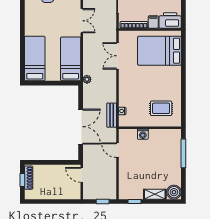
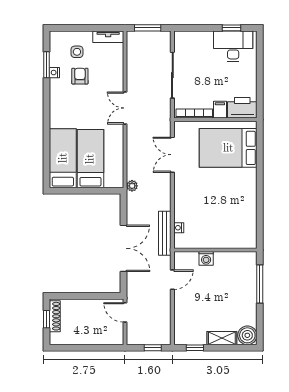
double door: (82, 21) -> (125, 108), swing flipped
bed: (71, 59) -> (90, 159), moved
rug: (161, 108) -> (230, 224), removed
bench: (112, 115) -> (165, 233), width x1.36
door: (117, 150) -> (172, 280), swing flipped

